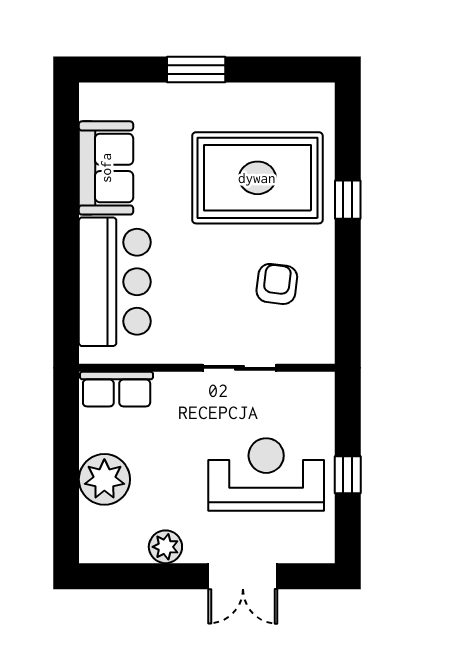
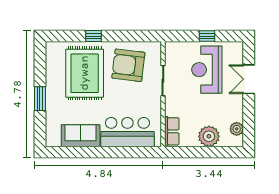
armchair: (277, 284) -> (128, 65), width x1.88, depth x1.88
plant: (165, 547) -> (237, 129), moved
double door: (243, 576) -> (249, 79), swing flipped

